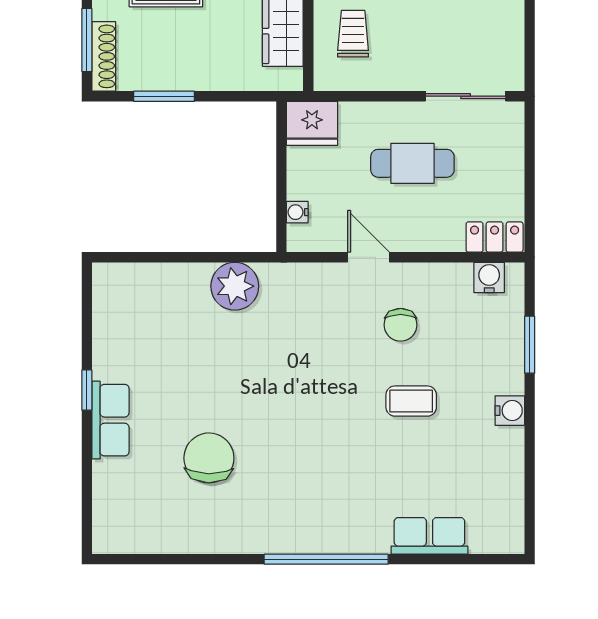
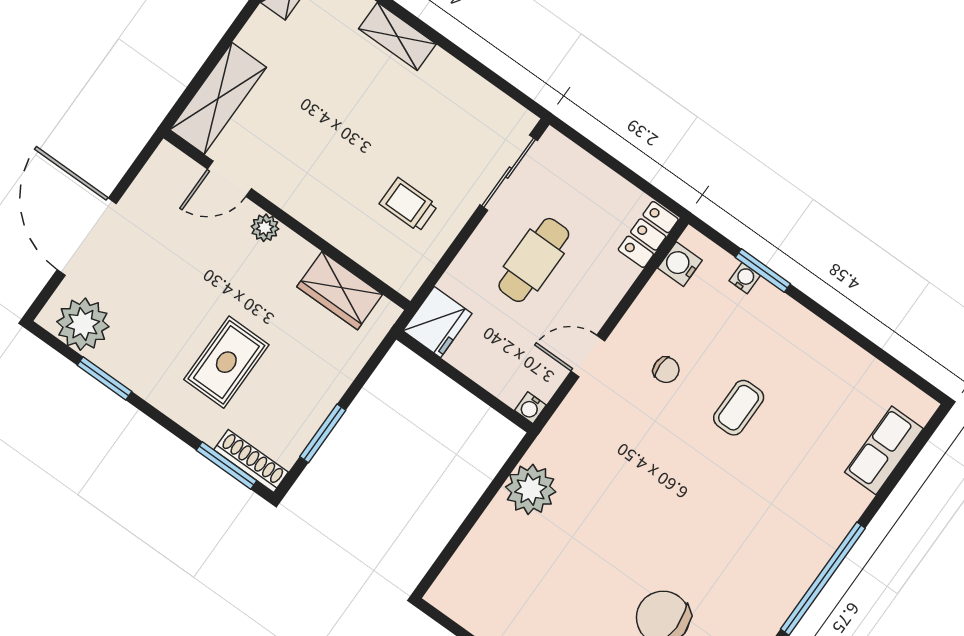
trolley: (353, 34) -> (408, 205), moved
water cooler: (297, 212) -> (530, 408), moved
chair: (401, 325) -> (666, 370), width x0.73, depth x0.73
water cooler: (510, 411) -> (745, 278), moved, width x0.72, depth x0.72
row of seats: (429, 536) -> (884, 450), moved

